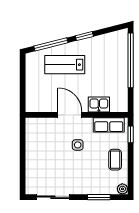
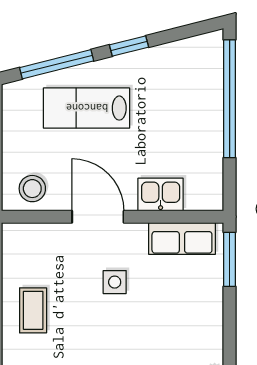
stool: (40, 102) -> (32, 189), added
window: (131, 134) -> (230, 259), width x1.50
coffee table: (115, 160) -> (33, 310), moved

